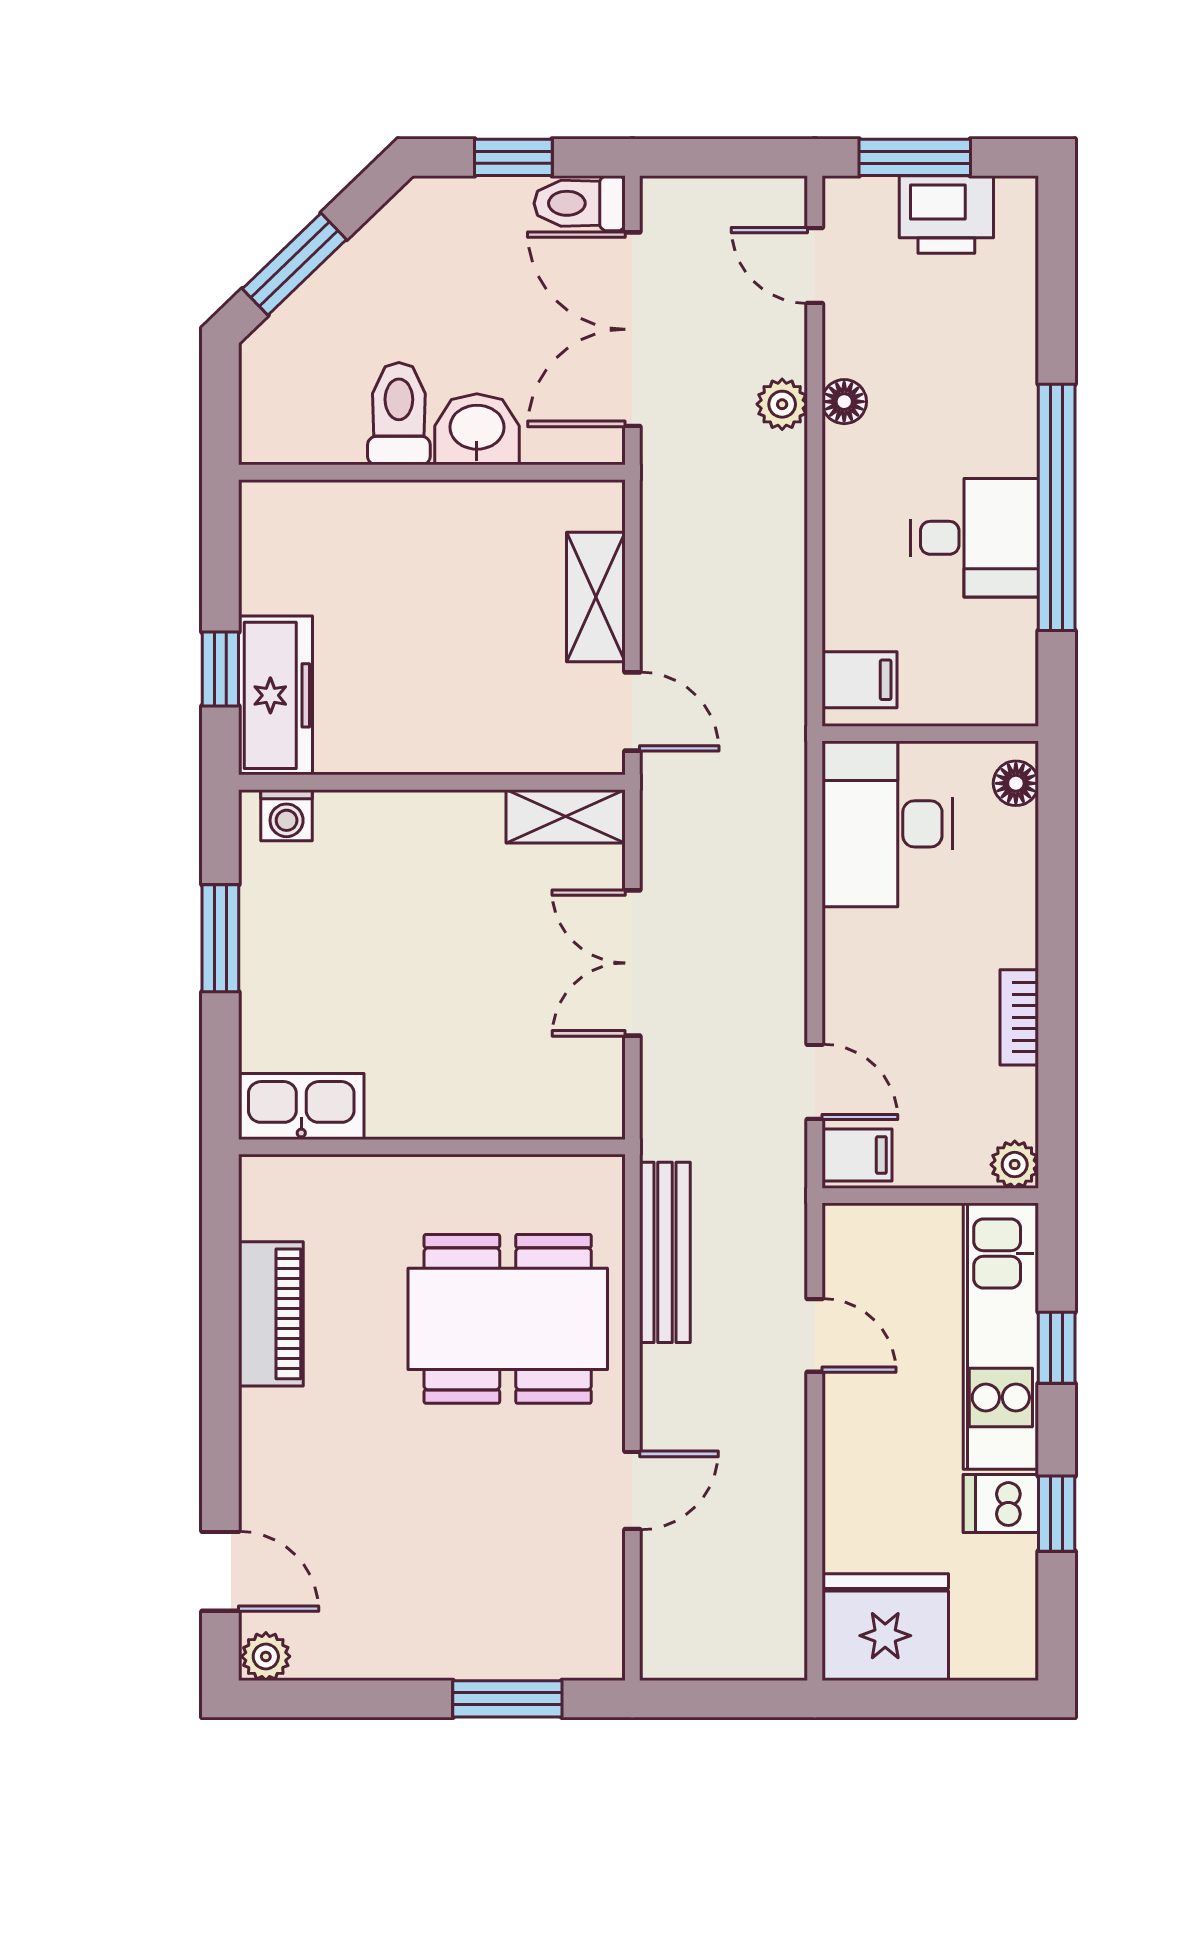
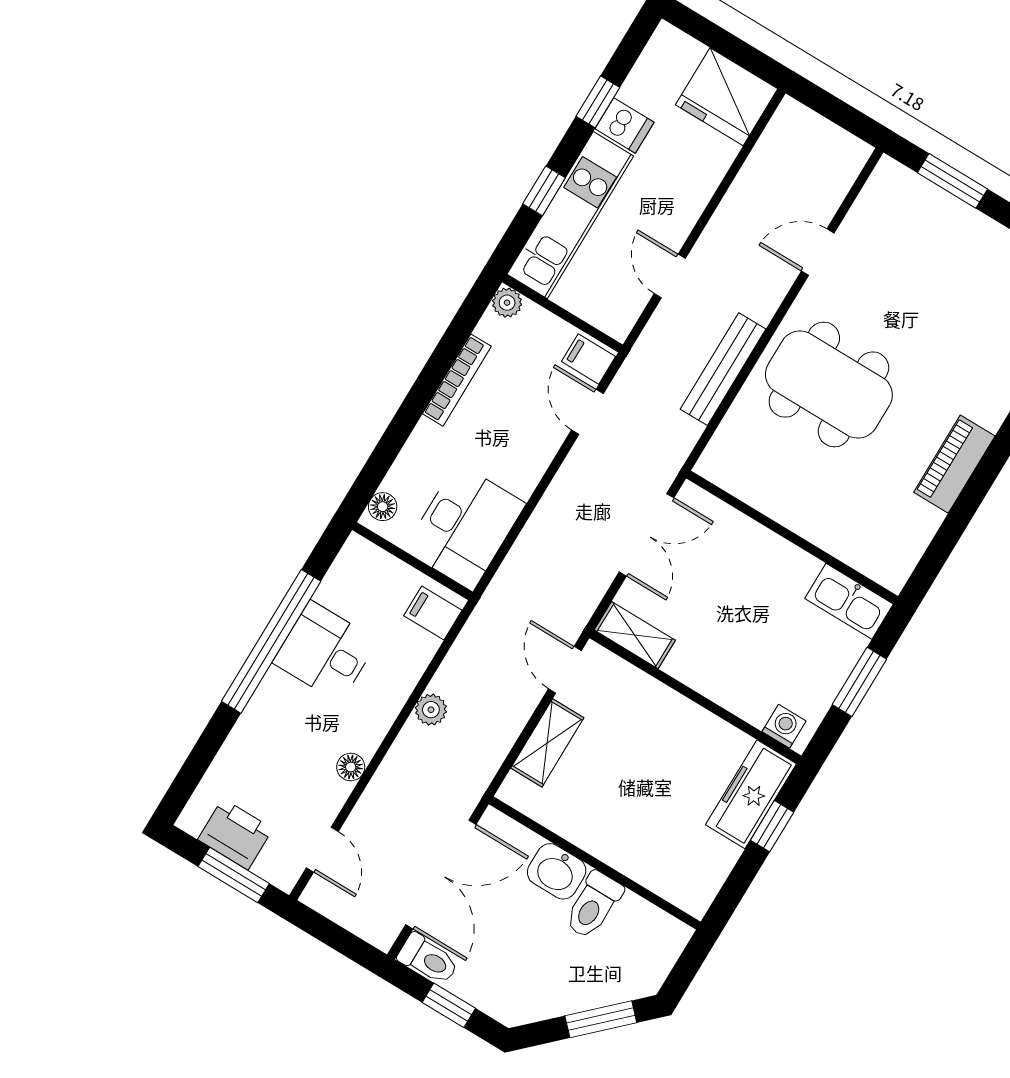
plant: (782, 404) -> (431, 710), moved
bookcase: (1019, 1017) -> (457, 380), width x1.56
kitchen sink: (301, 1107) -> (849, 601), moved
wall: (432, 1147) -> (792, 537), moved

